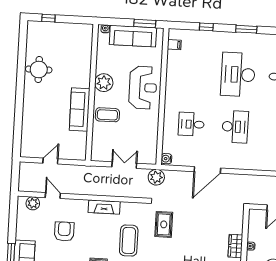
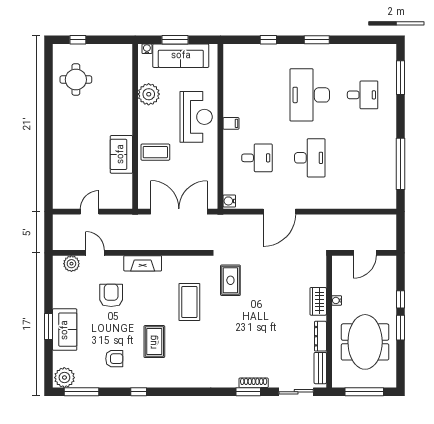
window: (145, 23) -> (175, 40), moved
filing cabinet: (174, 45) -> (231, 123), moved
round table: (39, 70) -> (76, 80), moved
plant: (104, 83) -> (149, 94), moved
sofa: (80, 109) -> (121, 154), width x0.73
desk: (191, 124) -> (257, 158), turned 180
double door: (124, 165) -> (179, 212), width x1.87
plant: (156, 177) -> (218, 224), removed
fireplace: (104, 207) -> (143, 263), moved

